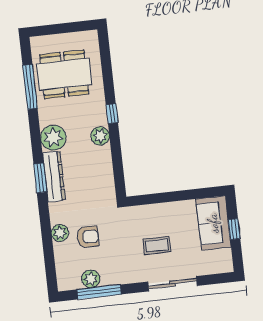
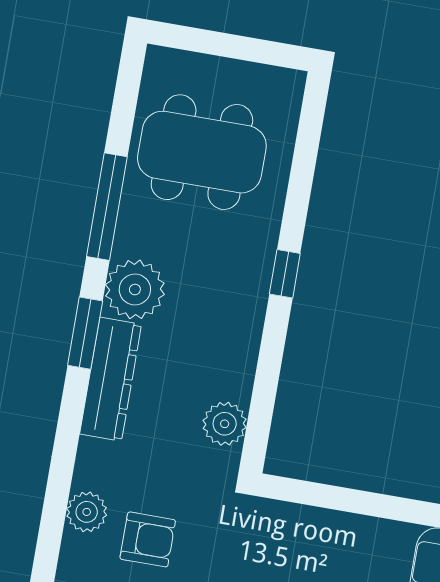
window: (30, 87) -> (107, 207), moved
plant: (100, 136) -> (225, 424), moved
window: (40, 178) -> (85, 333), moved

